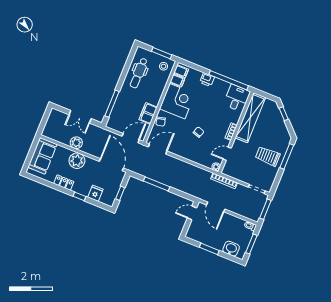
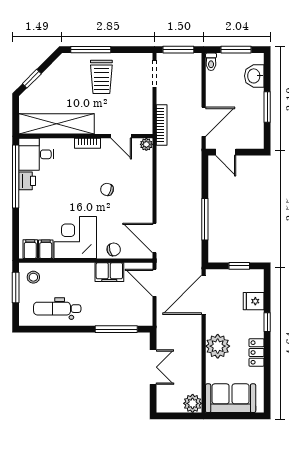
dental chair: (139, 73) -> (57, 309), turned 180
printer: (207, 80) -> (27, 181), moved
plant: (76, 143) -> (193, 403), moved

